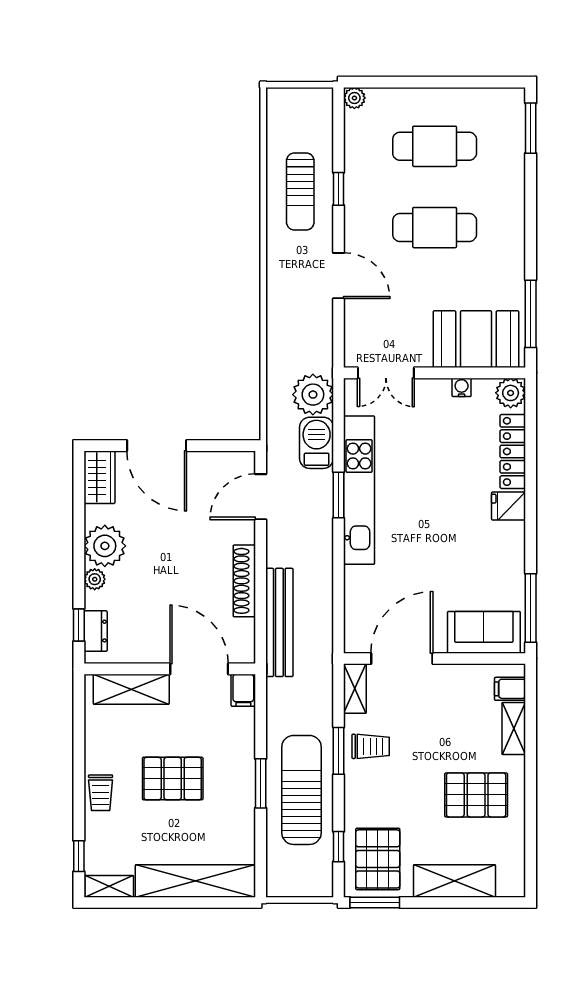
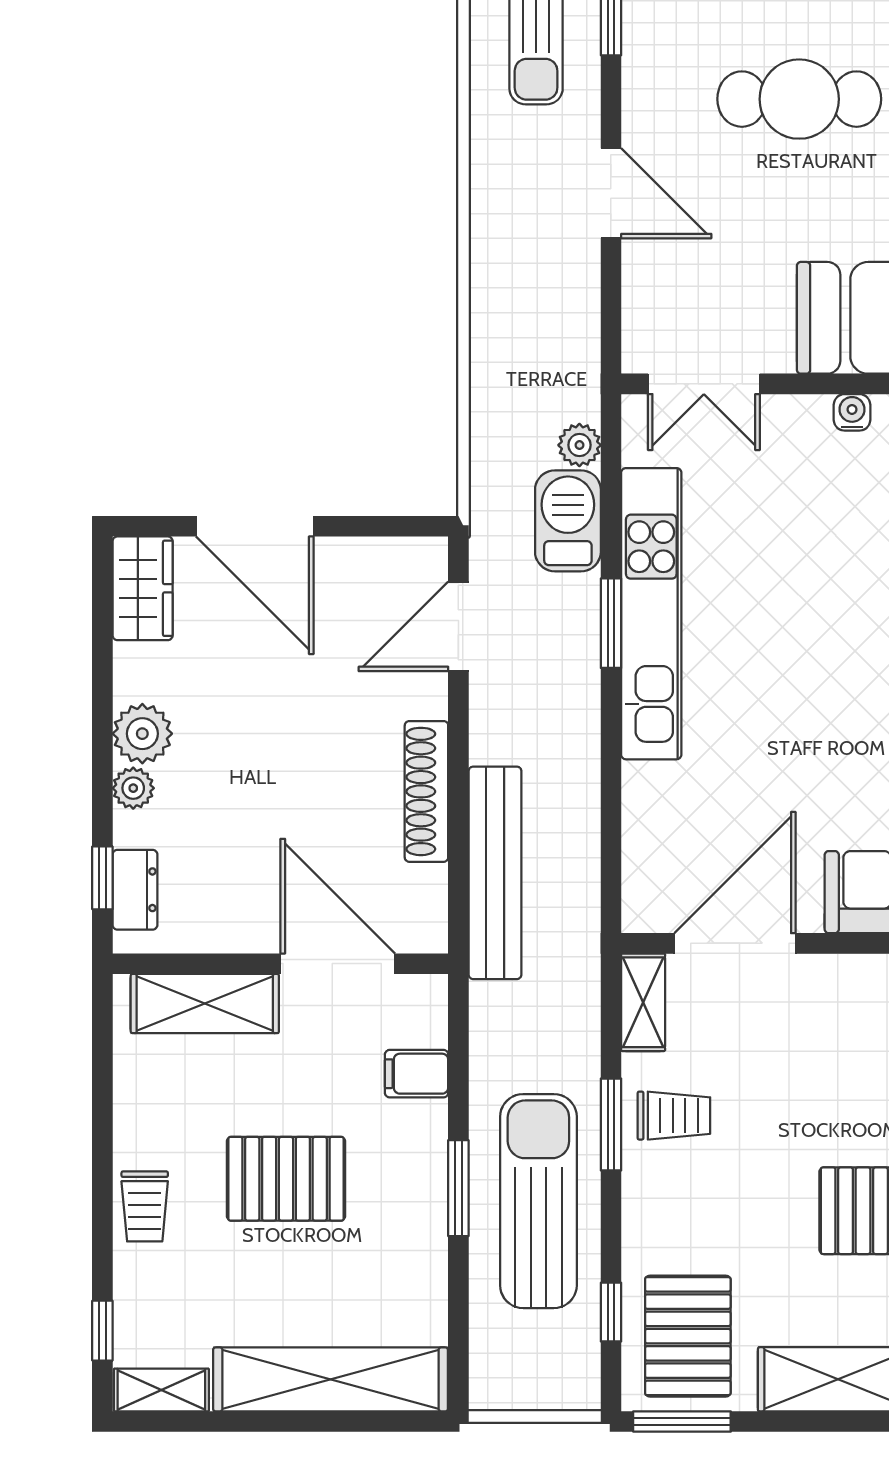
plant: (313, 395) -> (579, 445), width x0.53, depth x0.53
plant: (105, 546) -> (142, 734), width x0.73, depth x0.73
filing cabinet: (243, 690) -> (417, 1074), moved, turned 90

